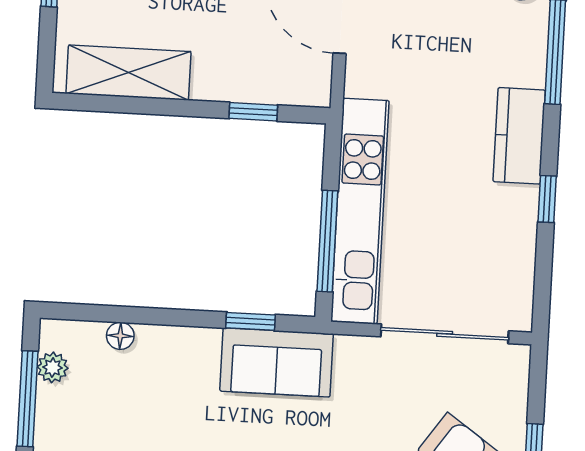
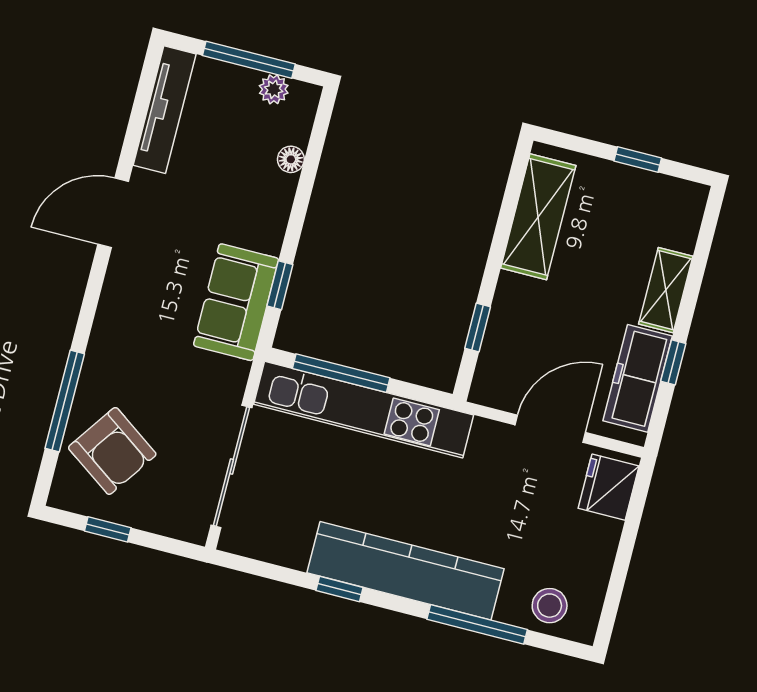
kitchen counter: (519, 136) -> (406, 571), width x2.08, depth x1.17

